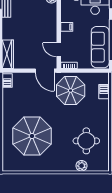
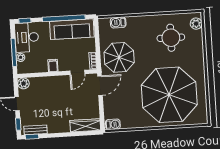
parasol: (32, 136) -> (169, 95), width x1.36, depth x1.36
plant: (82, 166) -> (196, 24), moved

